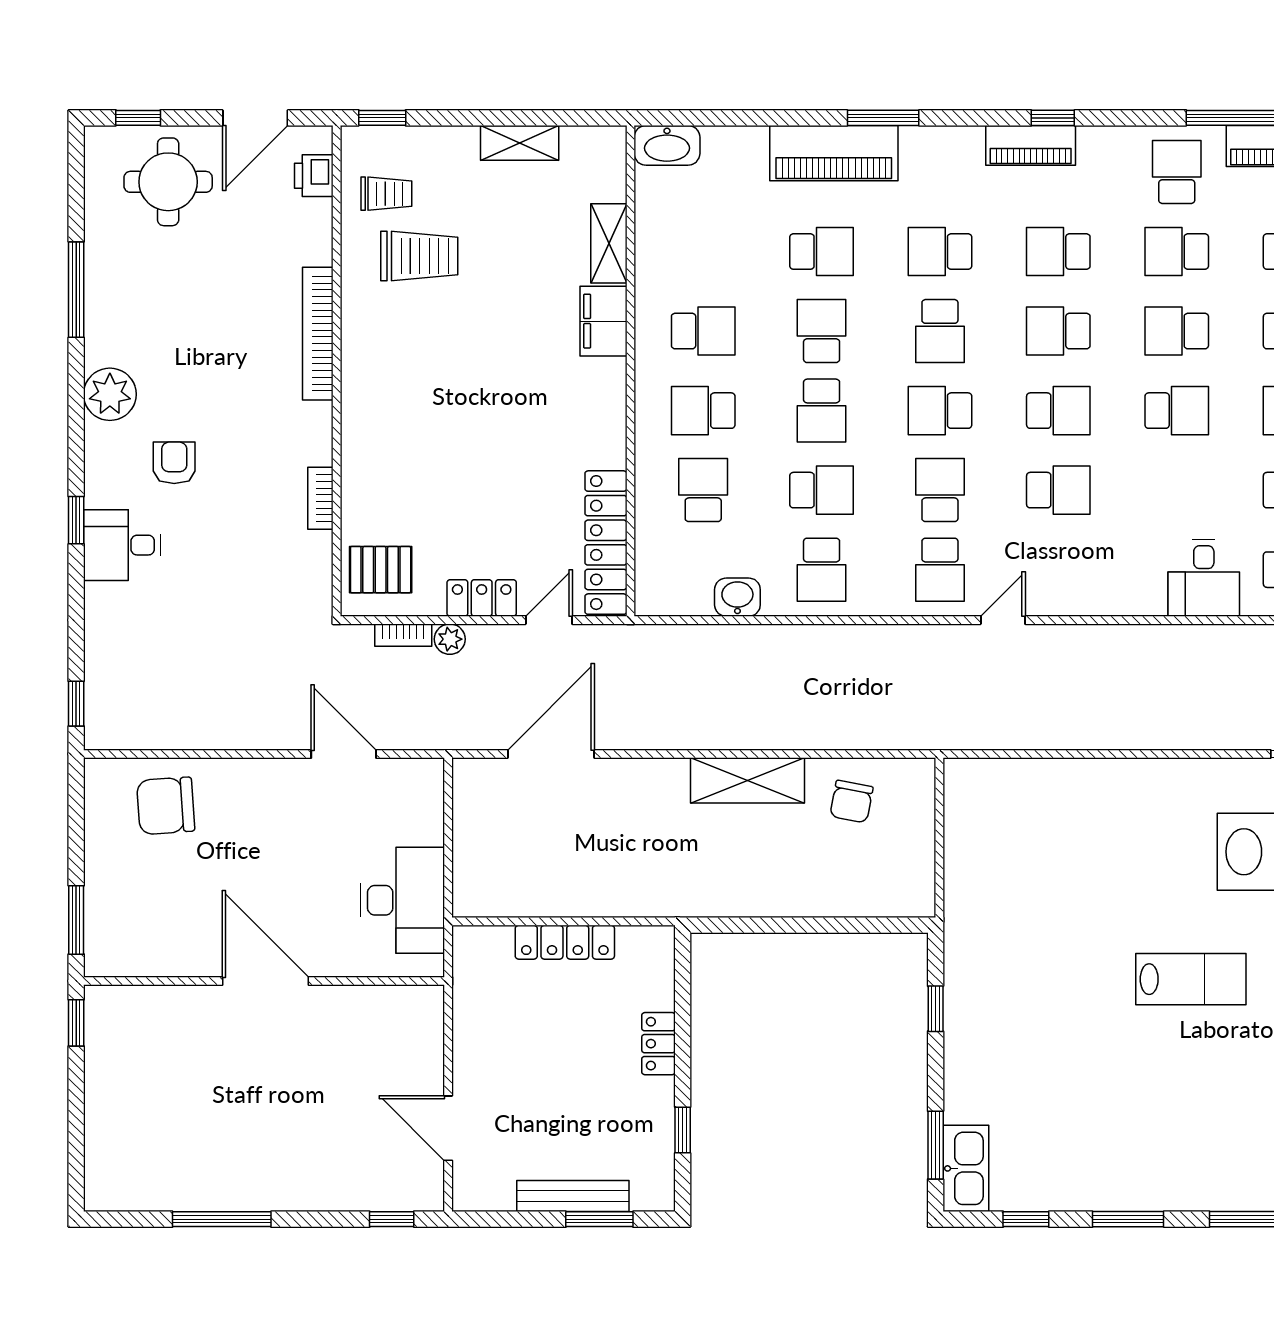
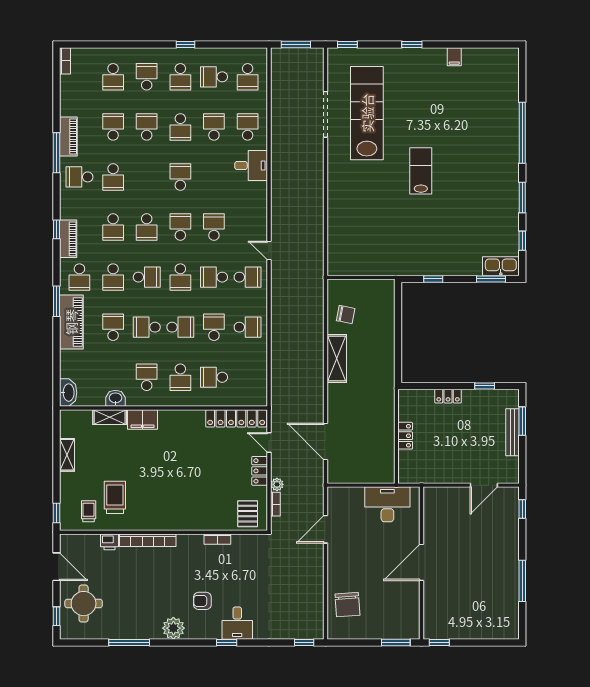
printer: (314, 176) -> (109, 542), moved
school desk: (1177, 331) -> (79, 277), moved
washbasin: (737, 597) -> (115, 398), moved, turned 90
locker: (565, 942) -> (405, 436), width x0.66

